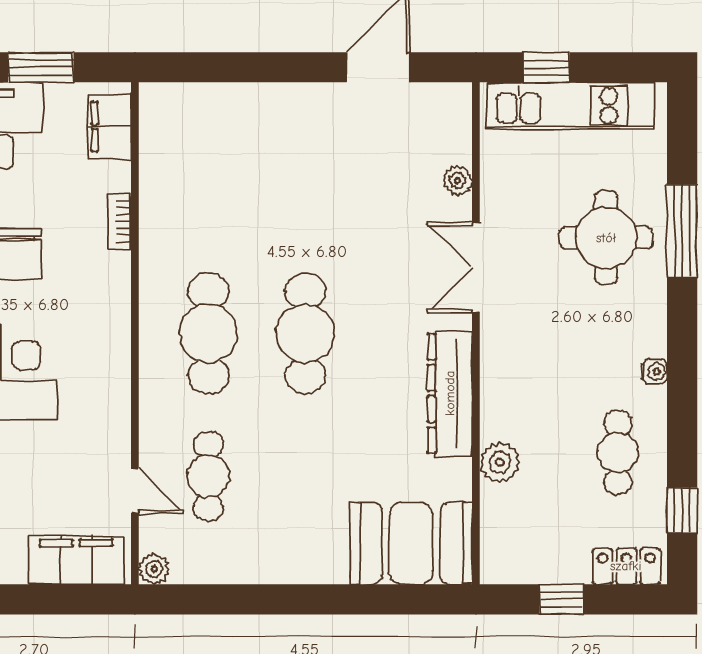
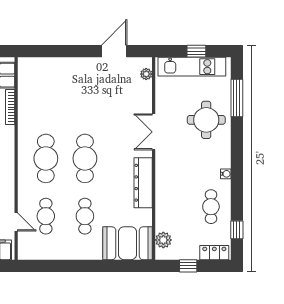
window: (547, 67) -> (196, 51), moved
plant: (457, 181) -> (146, 74), moved
bookcase: (120, 222) -> (10, 107), width x1.56
window: (682, 231) -> (237, 98), moved
plant: (500, 462) -> (163, 240), moved
cafe table: (305, 476) -> (85, 216), added
plant: (154, 569) -> (24, 254), removed

